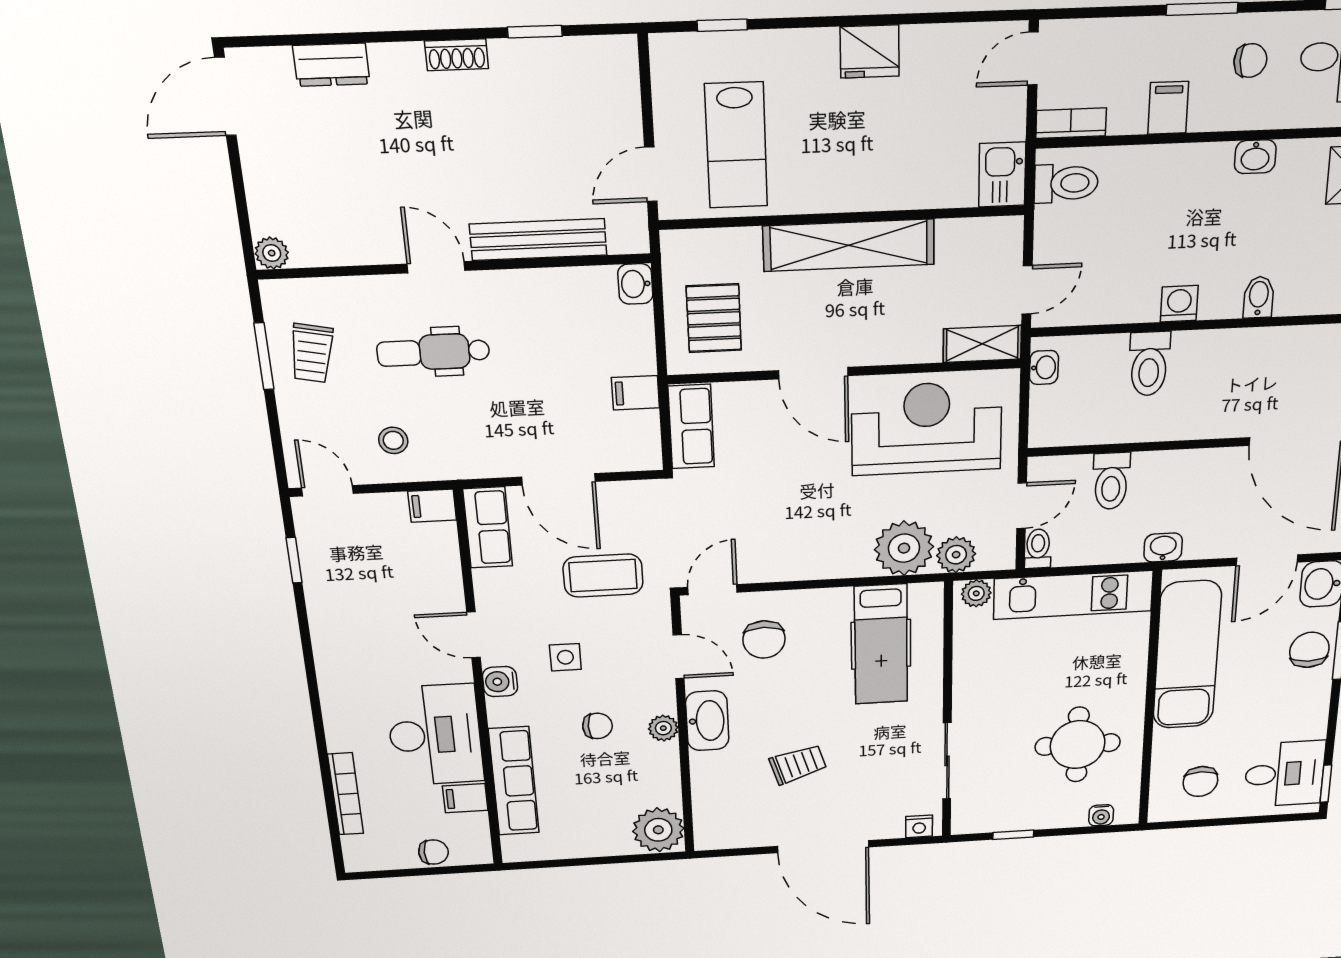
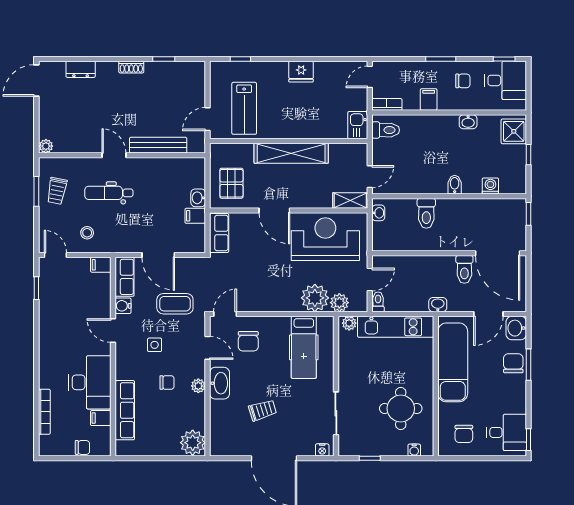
washbasin: (635, 284) -> (198, 198), moved
bidet: (1259, 297) -> (455, 185), moved
washing machine: (1179, 304) -> (490, 186), moved
toilet: (1111, 481) -> (464, 269), moved
water cooler: (500, 682) -> (123, 306), moved

